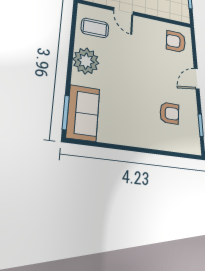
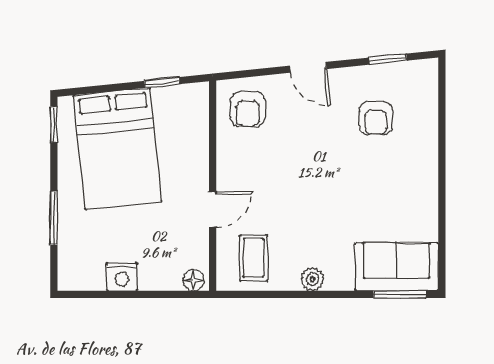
plant: (86, 61) -> (313, 279), width x0.53, depth x0.53
armchair: (169, 113) -> (376, 118), turned 180

